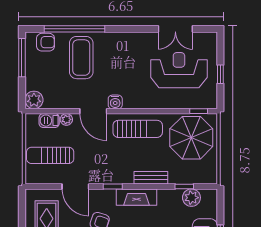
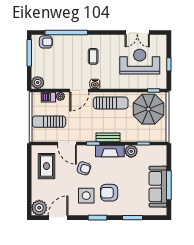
coffee table: (81, 58) -> (93, 56), moved, width x0.54, depth x0.58
door: (93, 111) -> (79, 90), hinge flipped
bench: (151, 178) -> (108, 137), moved
plant: (191, 198) -> (131, 151), moved

